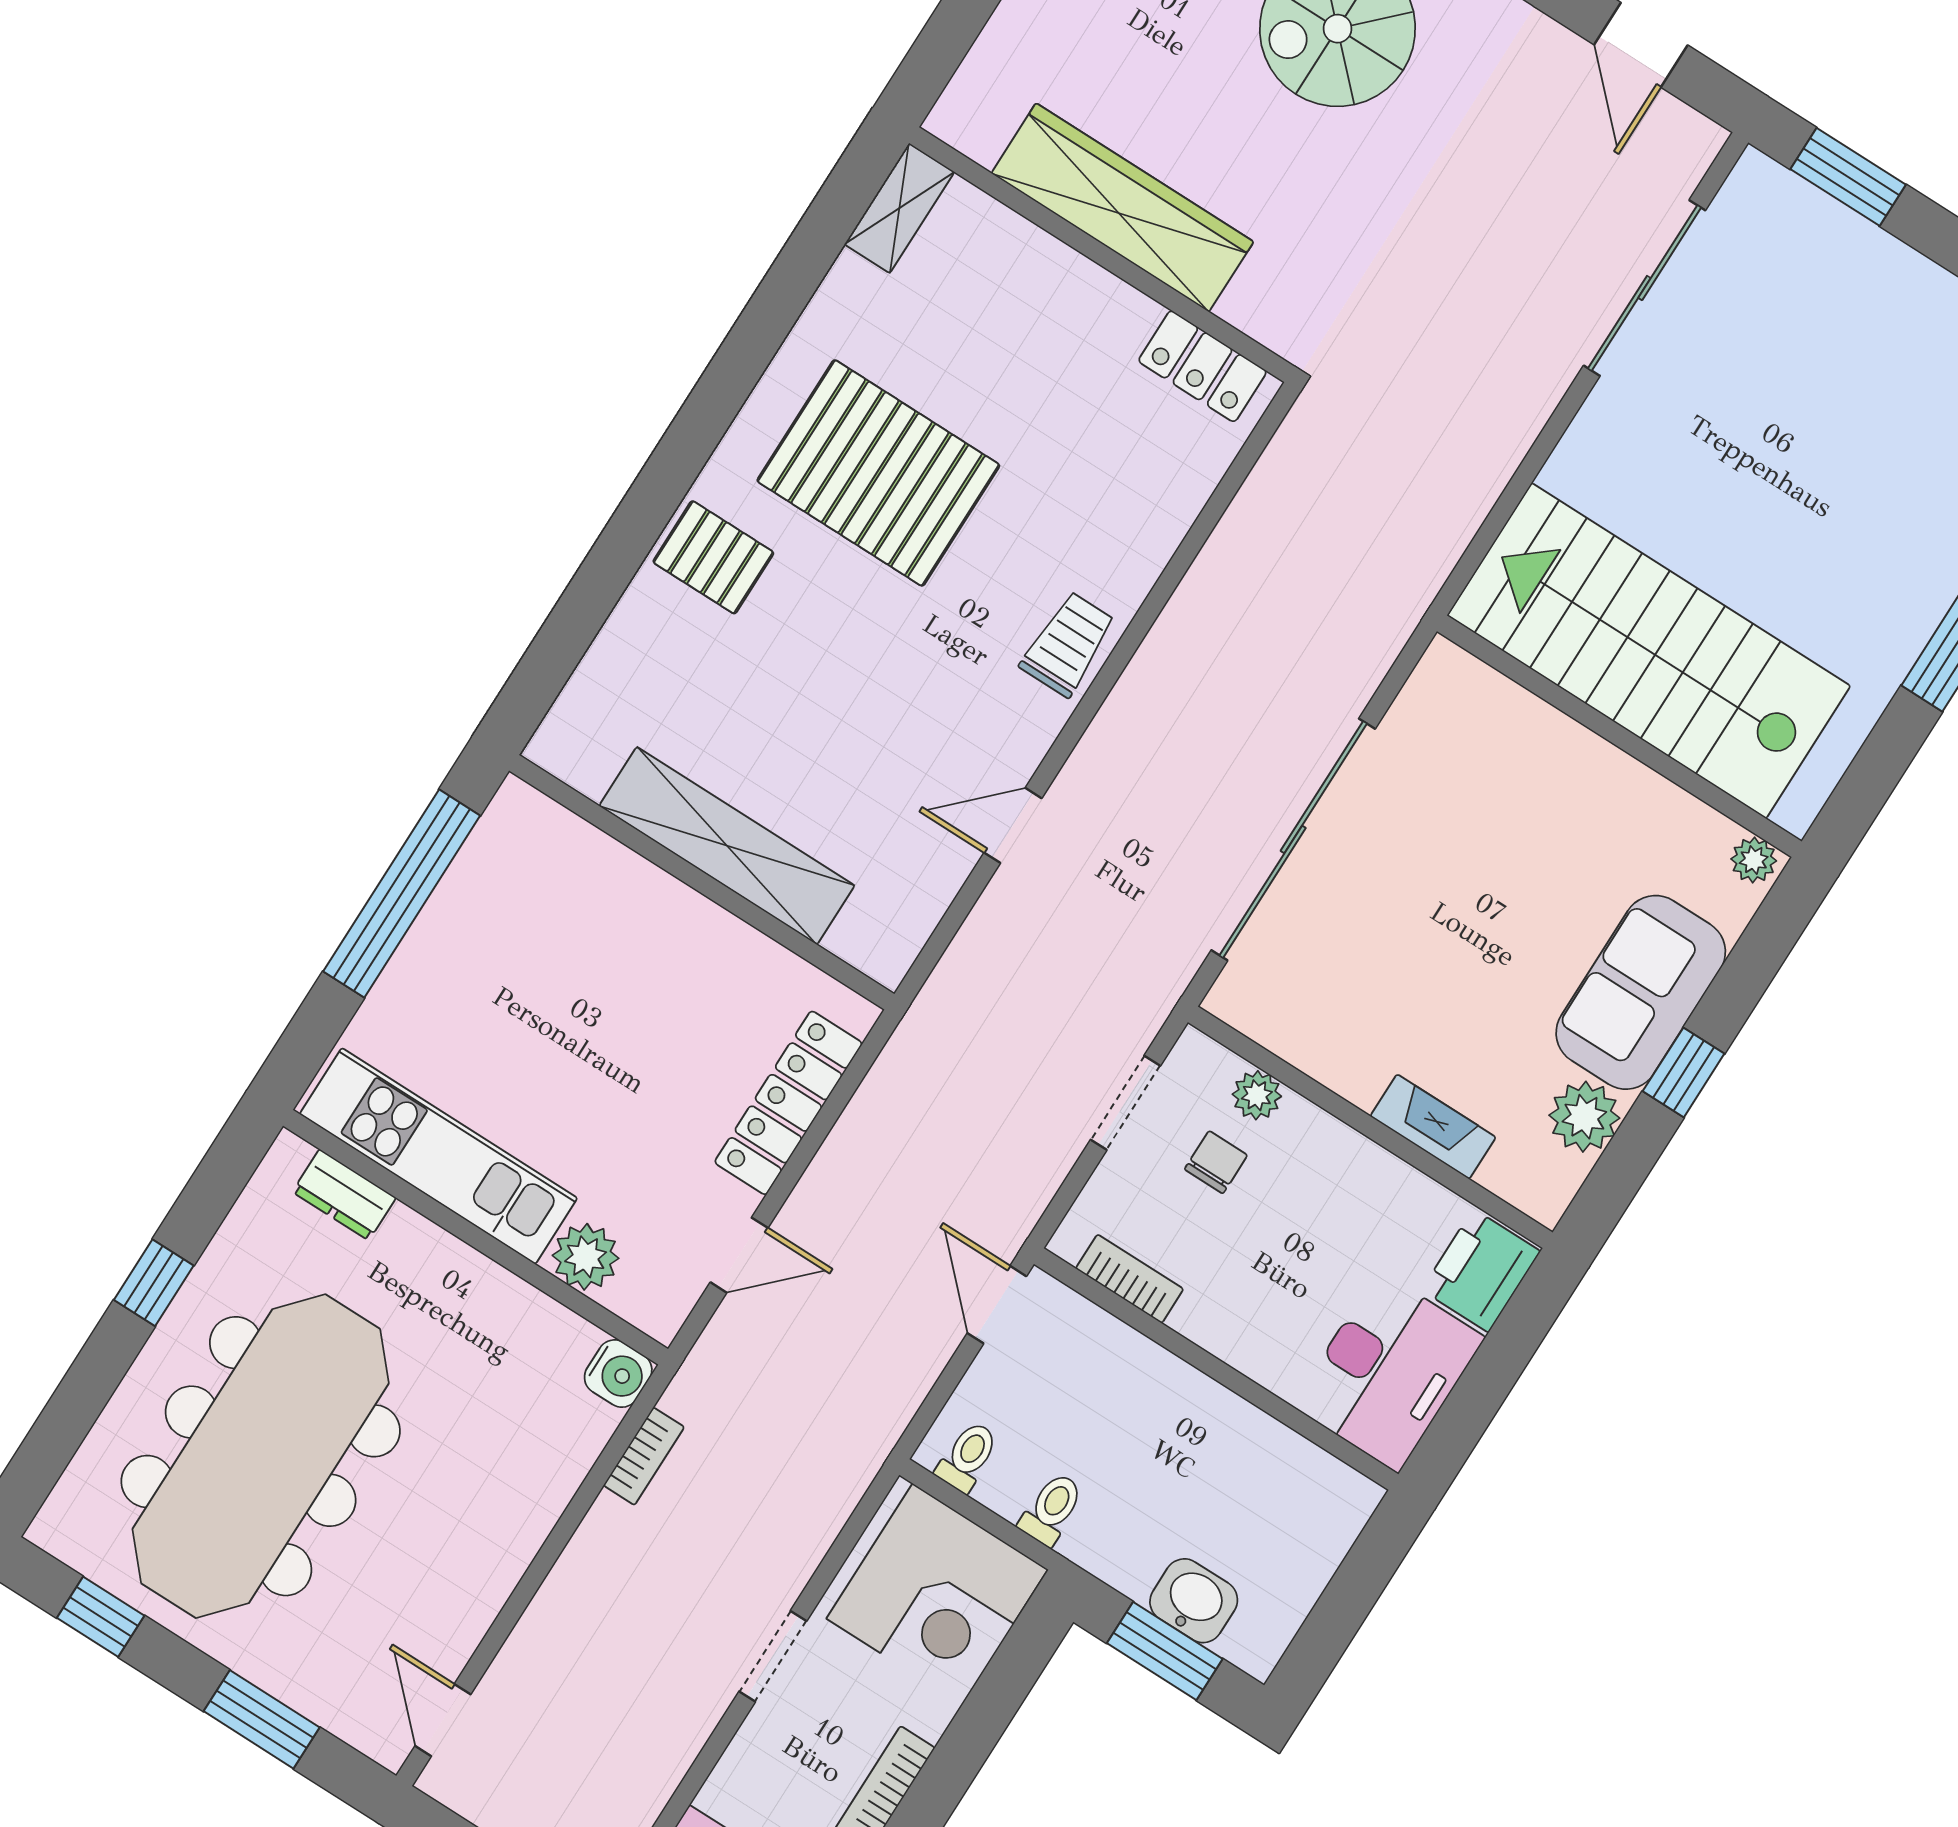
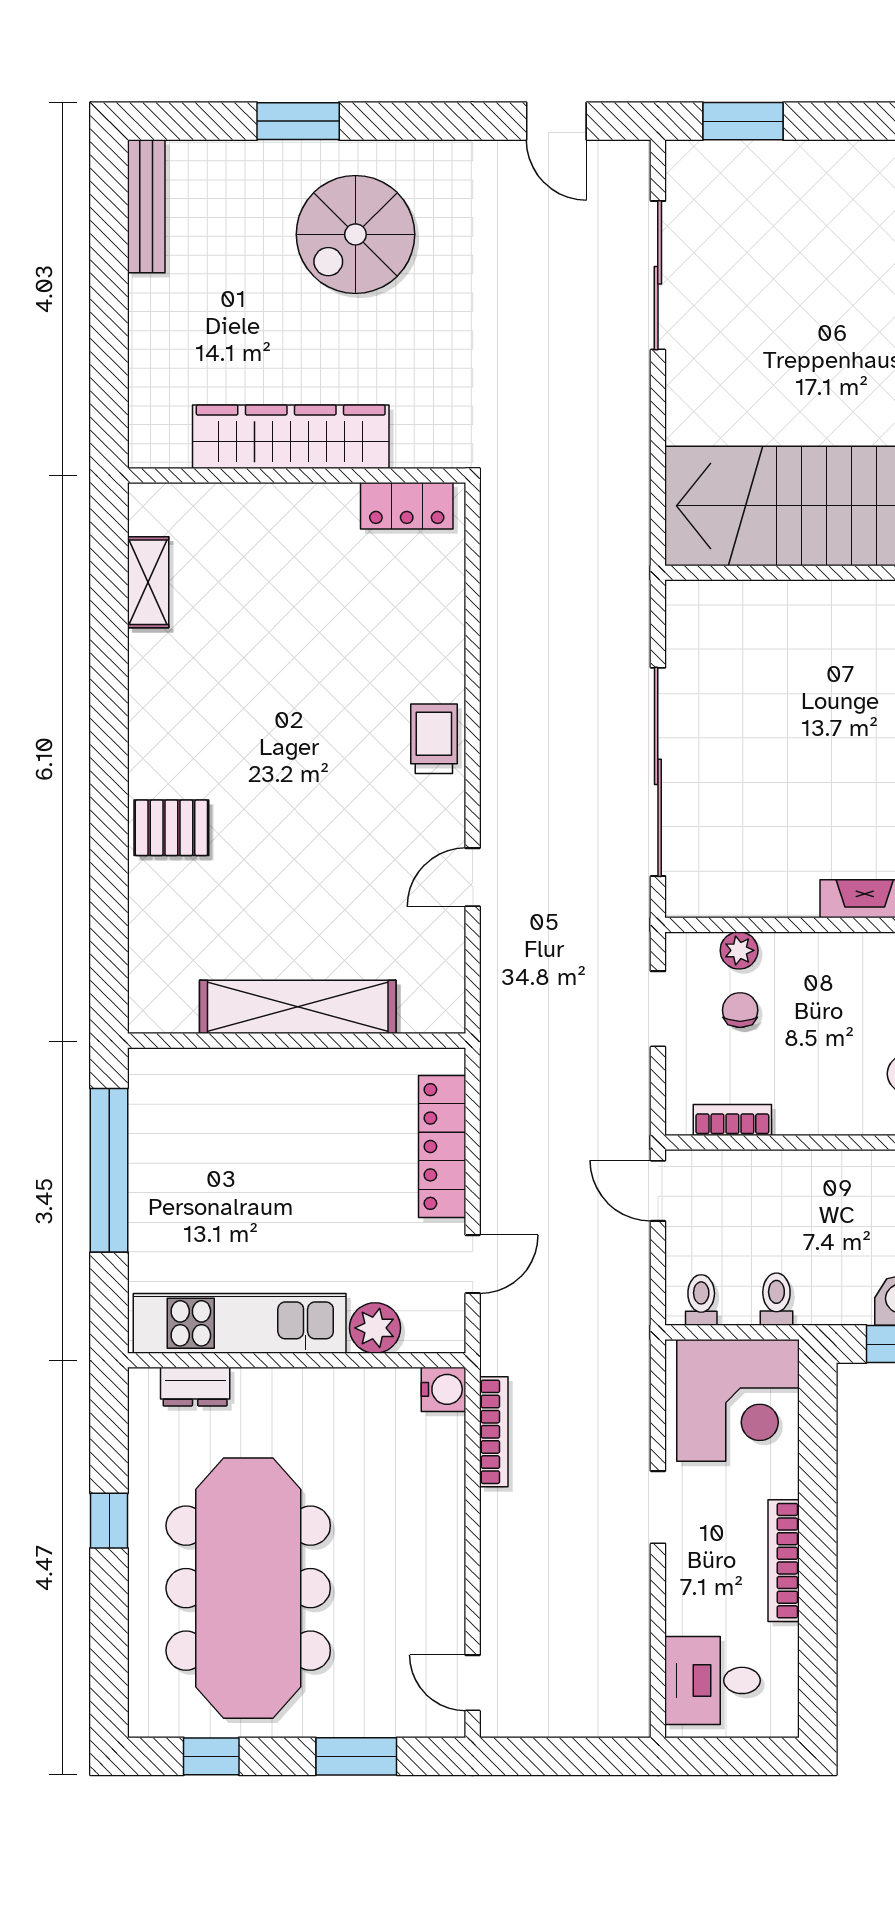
shelving: (899, 208) -> (148, 582), moved
pallet: (878, 473) -> (243, 706), removed
bookcase: (644, 1456) -> (494, 1432), width x1.56

